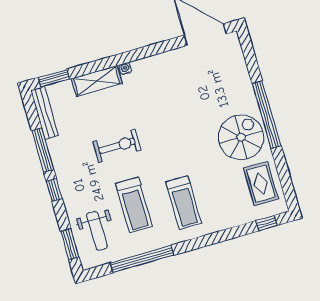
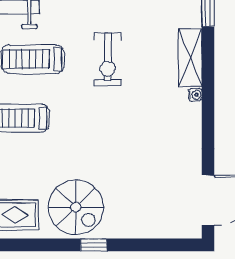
window: (267, 115) -> (94, 245), width x0.32

